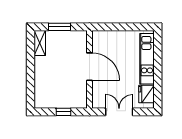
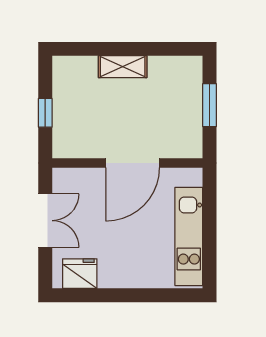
shelving: (40, 43) -> (123, 67), moved
kitchen unit: (147, 59) -> (189, 236), moved, turned -90

